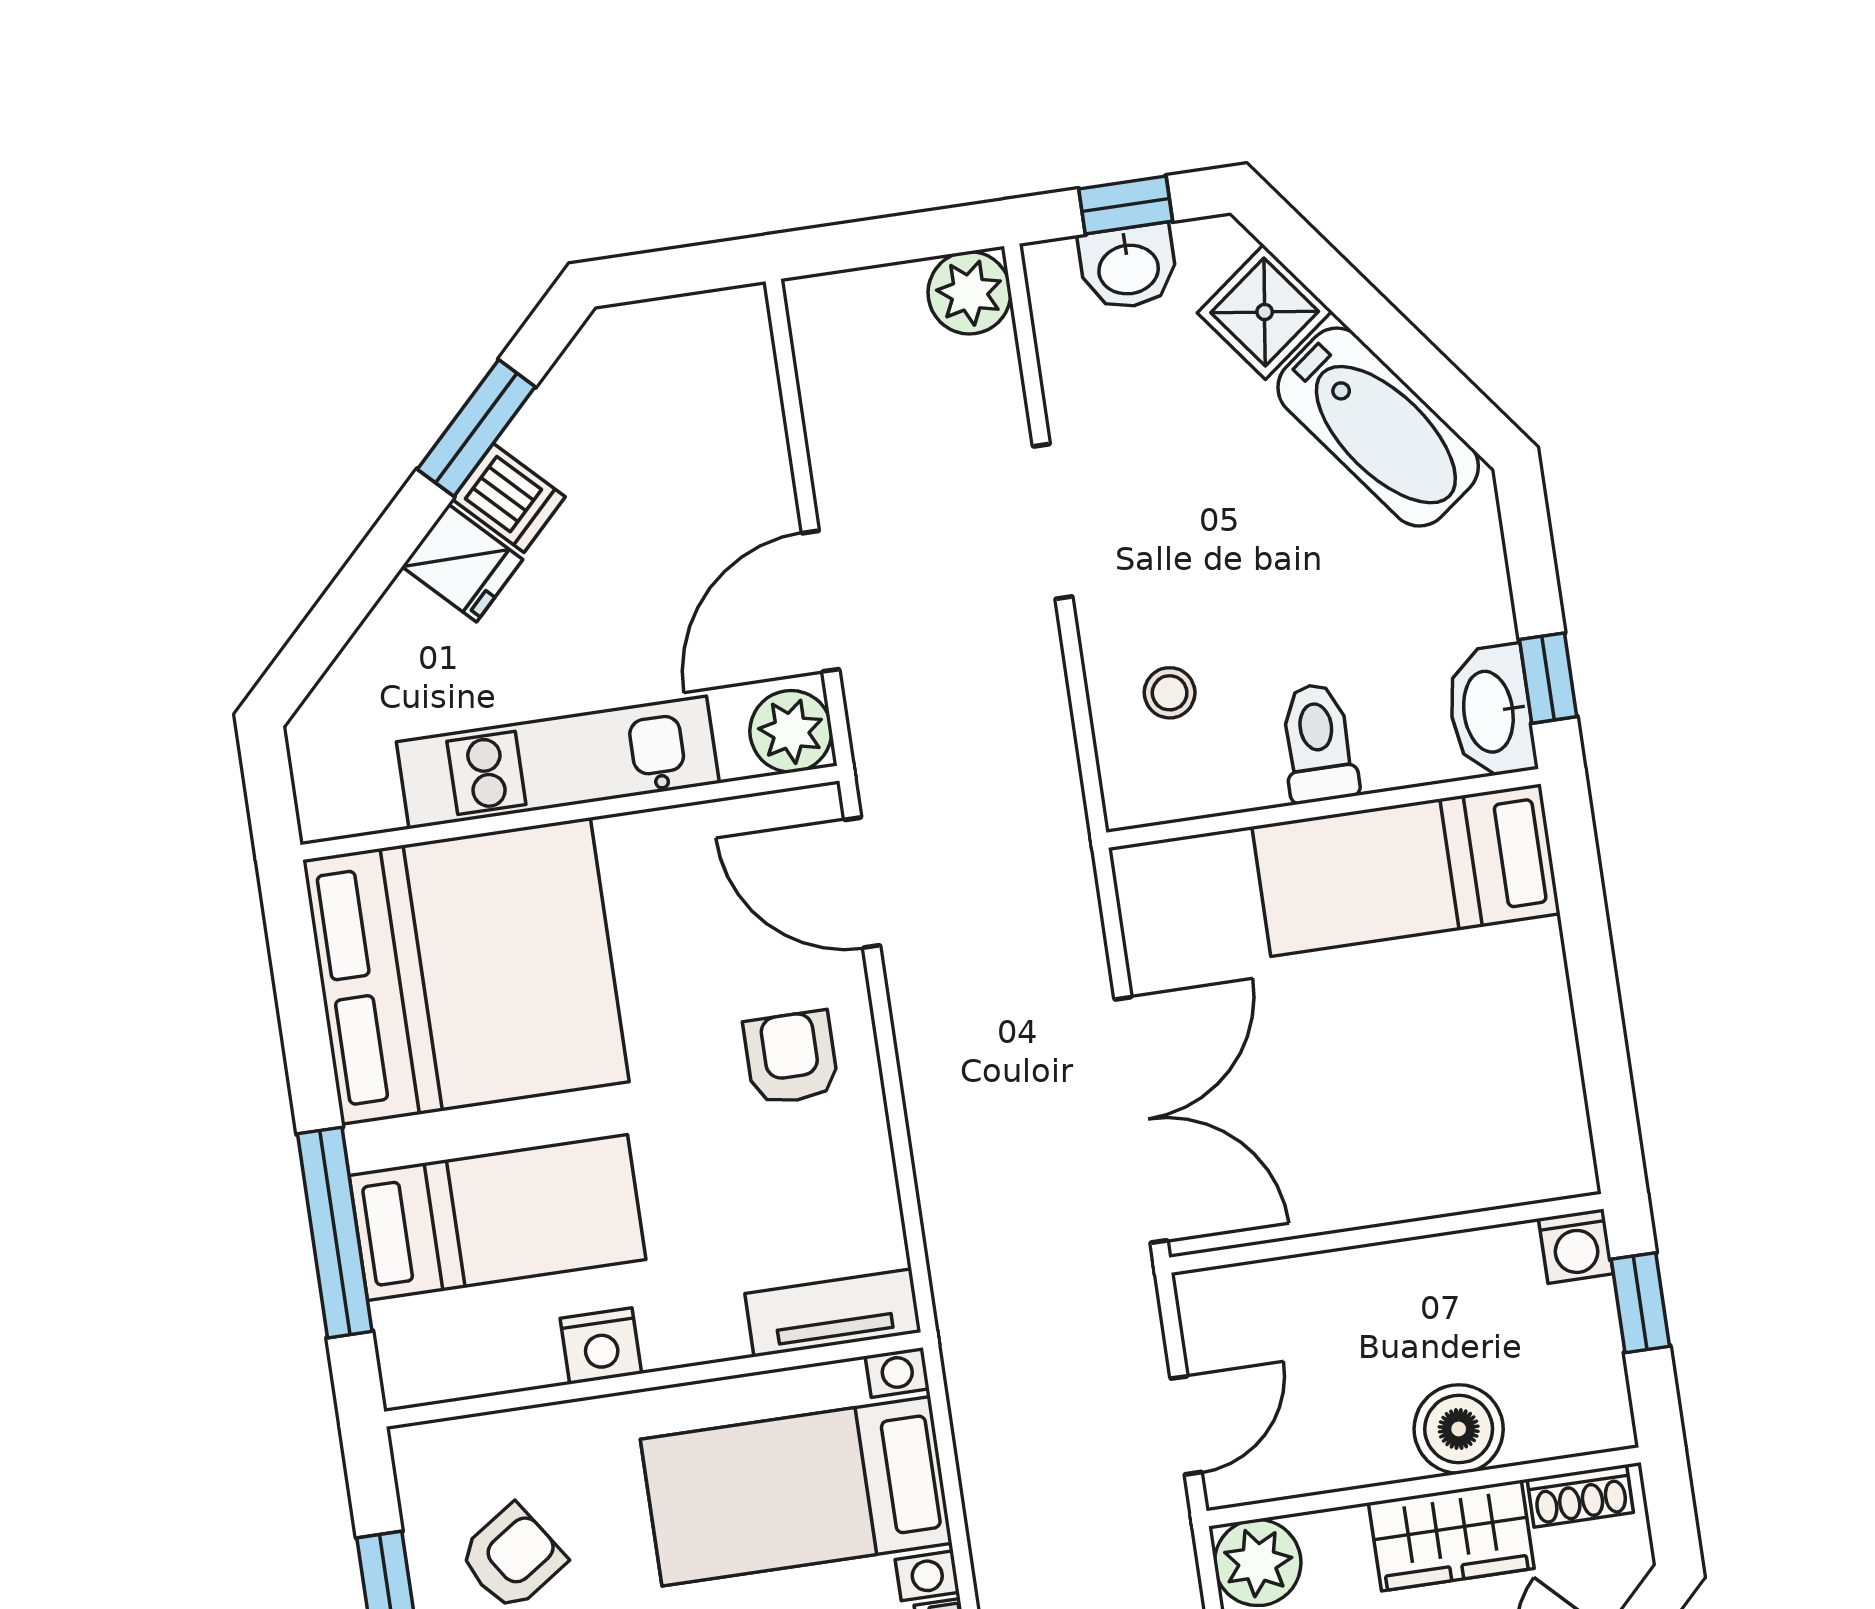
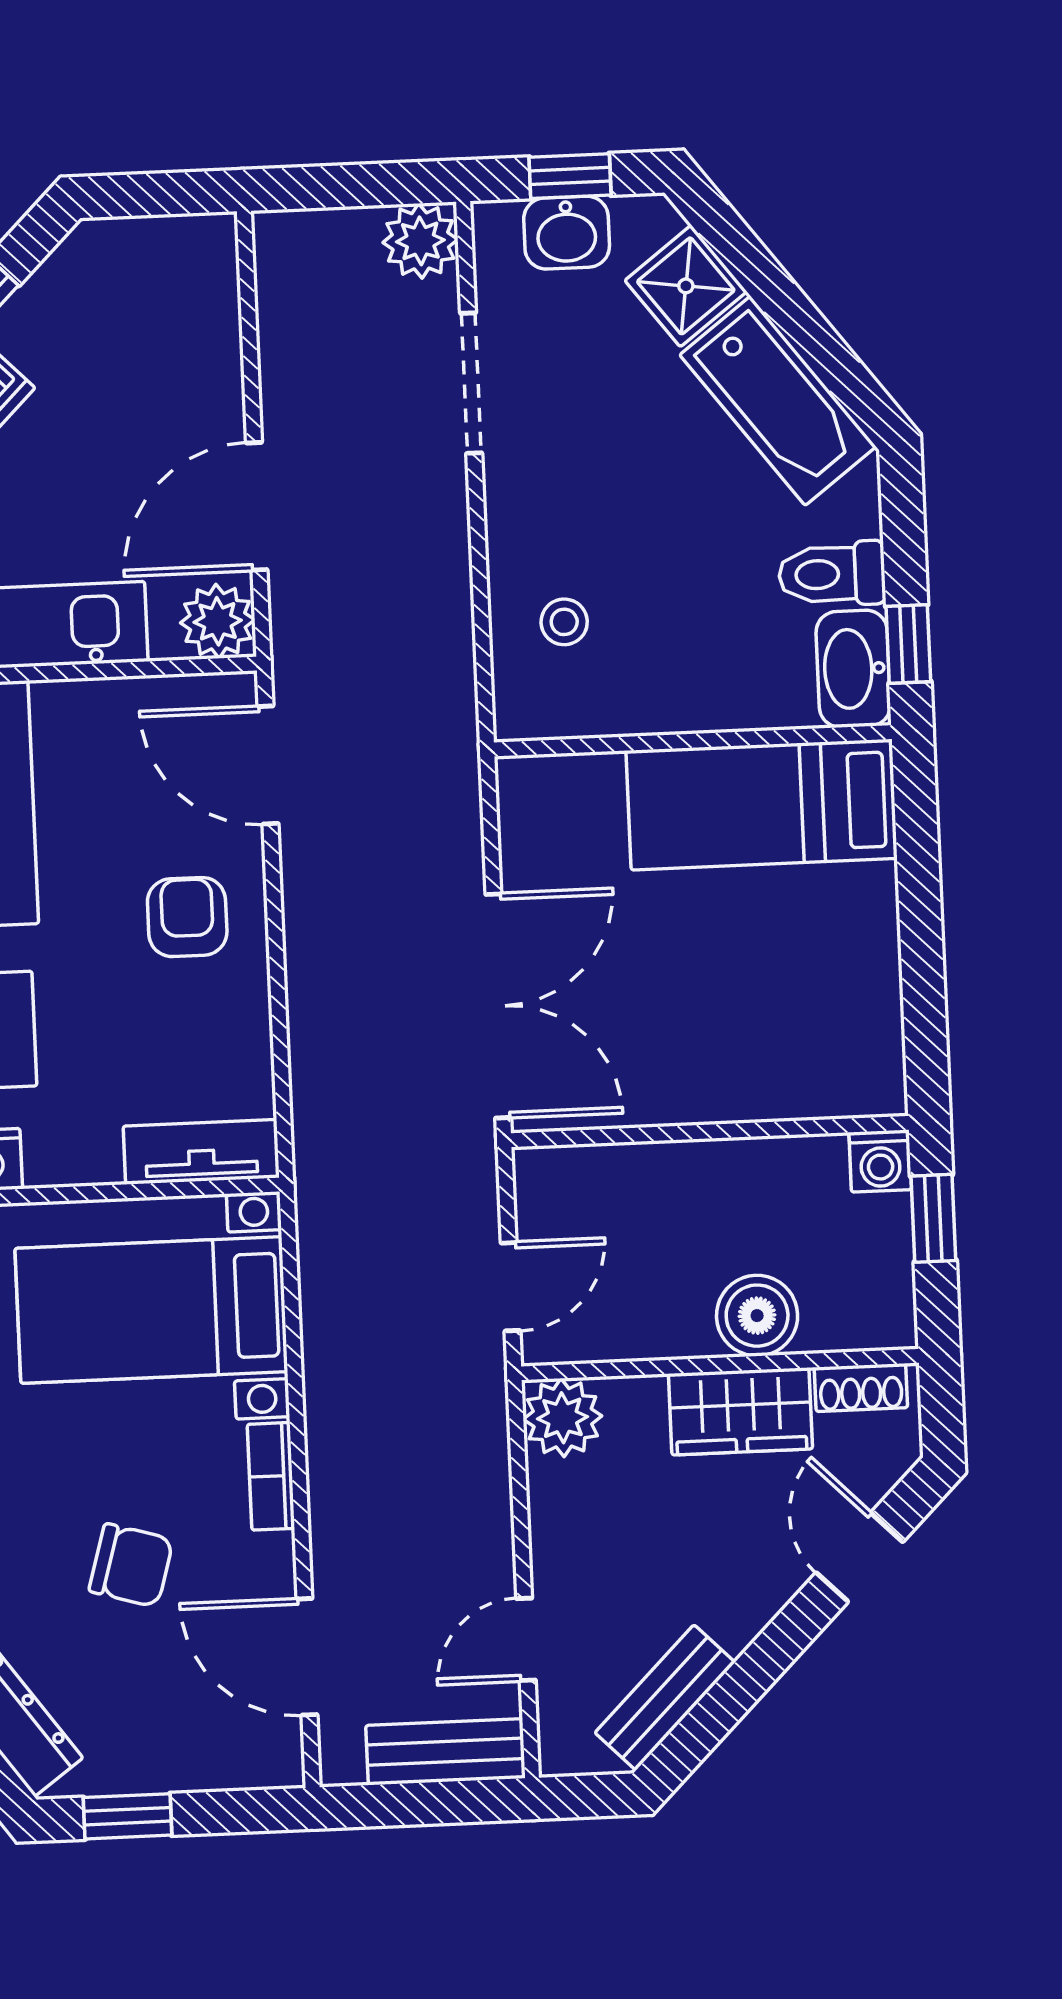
doorway: (1053, 521) -> (471, 383), moved
toilet: (1318, 743) -> (832, 574), moved, turned -90

